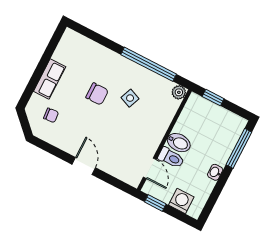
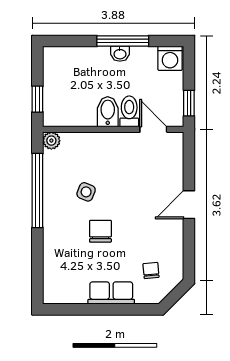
window: (239, 148) -> (123, 41), moved
door: (150, 168) -> (153, 129), hinge flipped
washing machine: (181, 201) -> (170, 58), moved, turned -90

